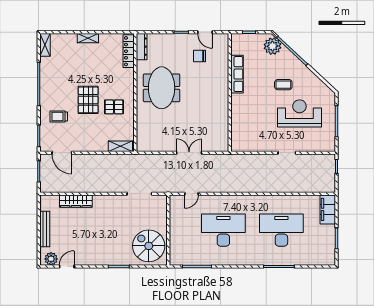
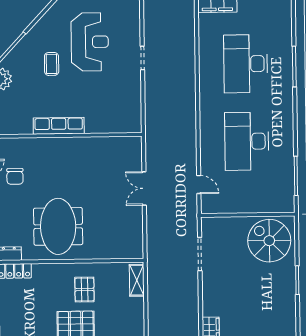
row of seats: (237, 74) -> (59, 126), moved
meeting table: (162, 88) -> (58, 226), turned 90
reception desk: (299, 113) -> (90, 42), turned 180
spiral stairs: (149, 246) -> (269, 241), turned 90

